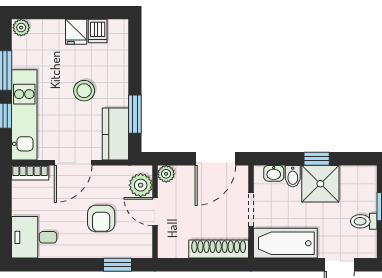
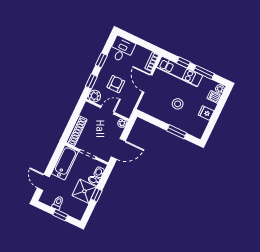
dishwasher: (98, 31) -> (214, 97), moved
window: (135, 114) -> (177, 132), moved
kitchen counter: (115, 134) -> (151, 109), removed
door: (215, 159) -> (118, 149), swing flipped
plant: (141, 185) -> (95, 96), moved
armchair: (101, 218) -> (116, 84), turned 90
window: (71, 265) -> (101, 60), added

